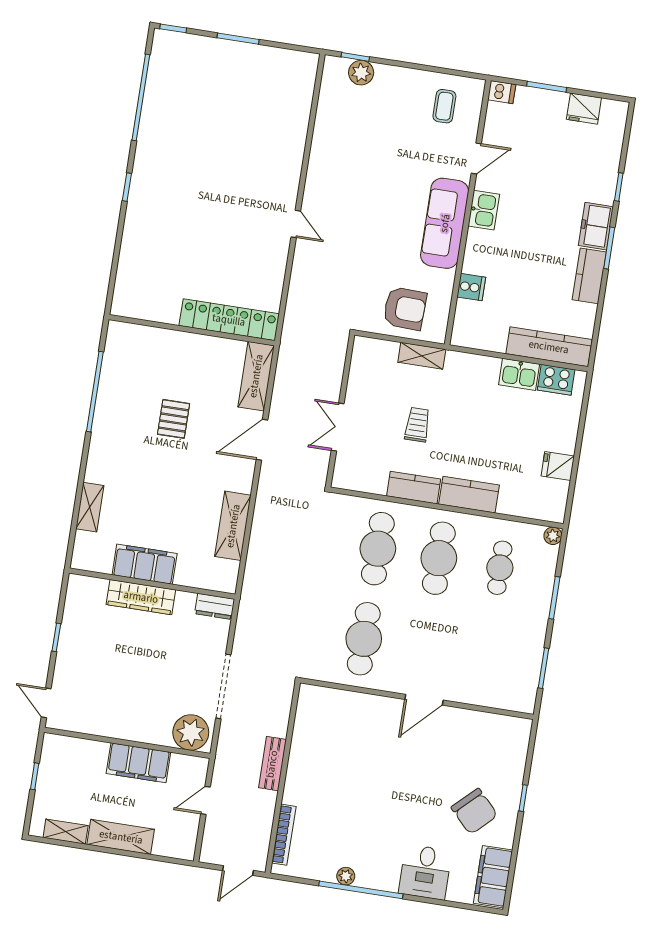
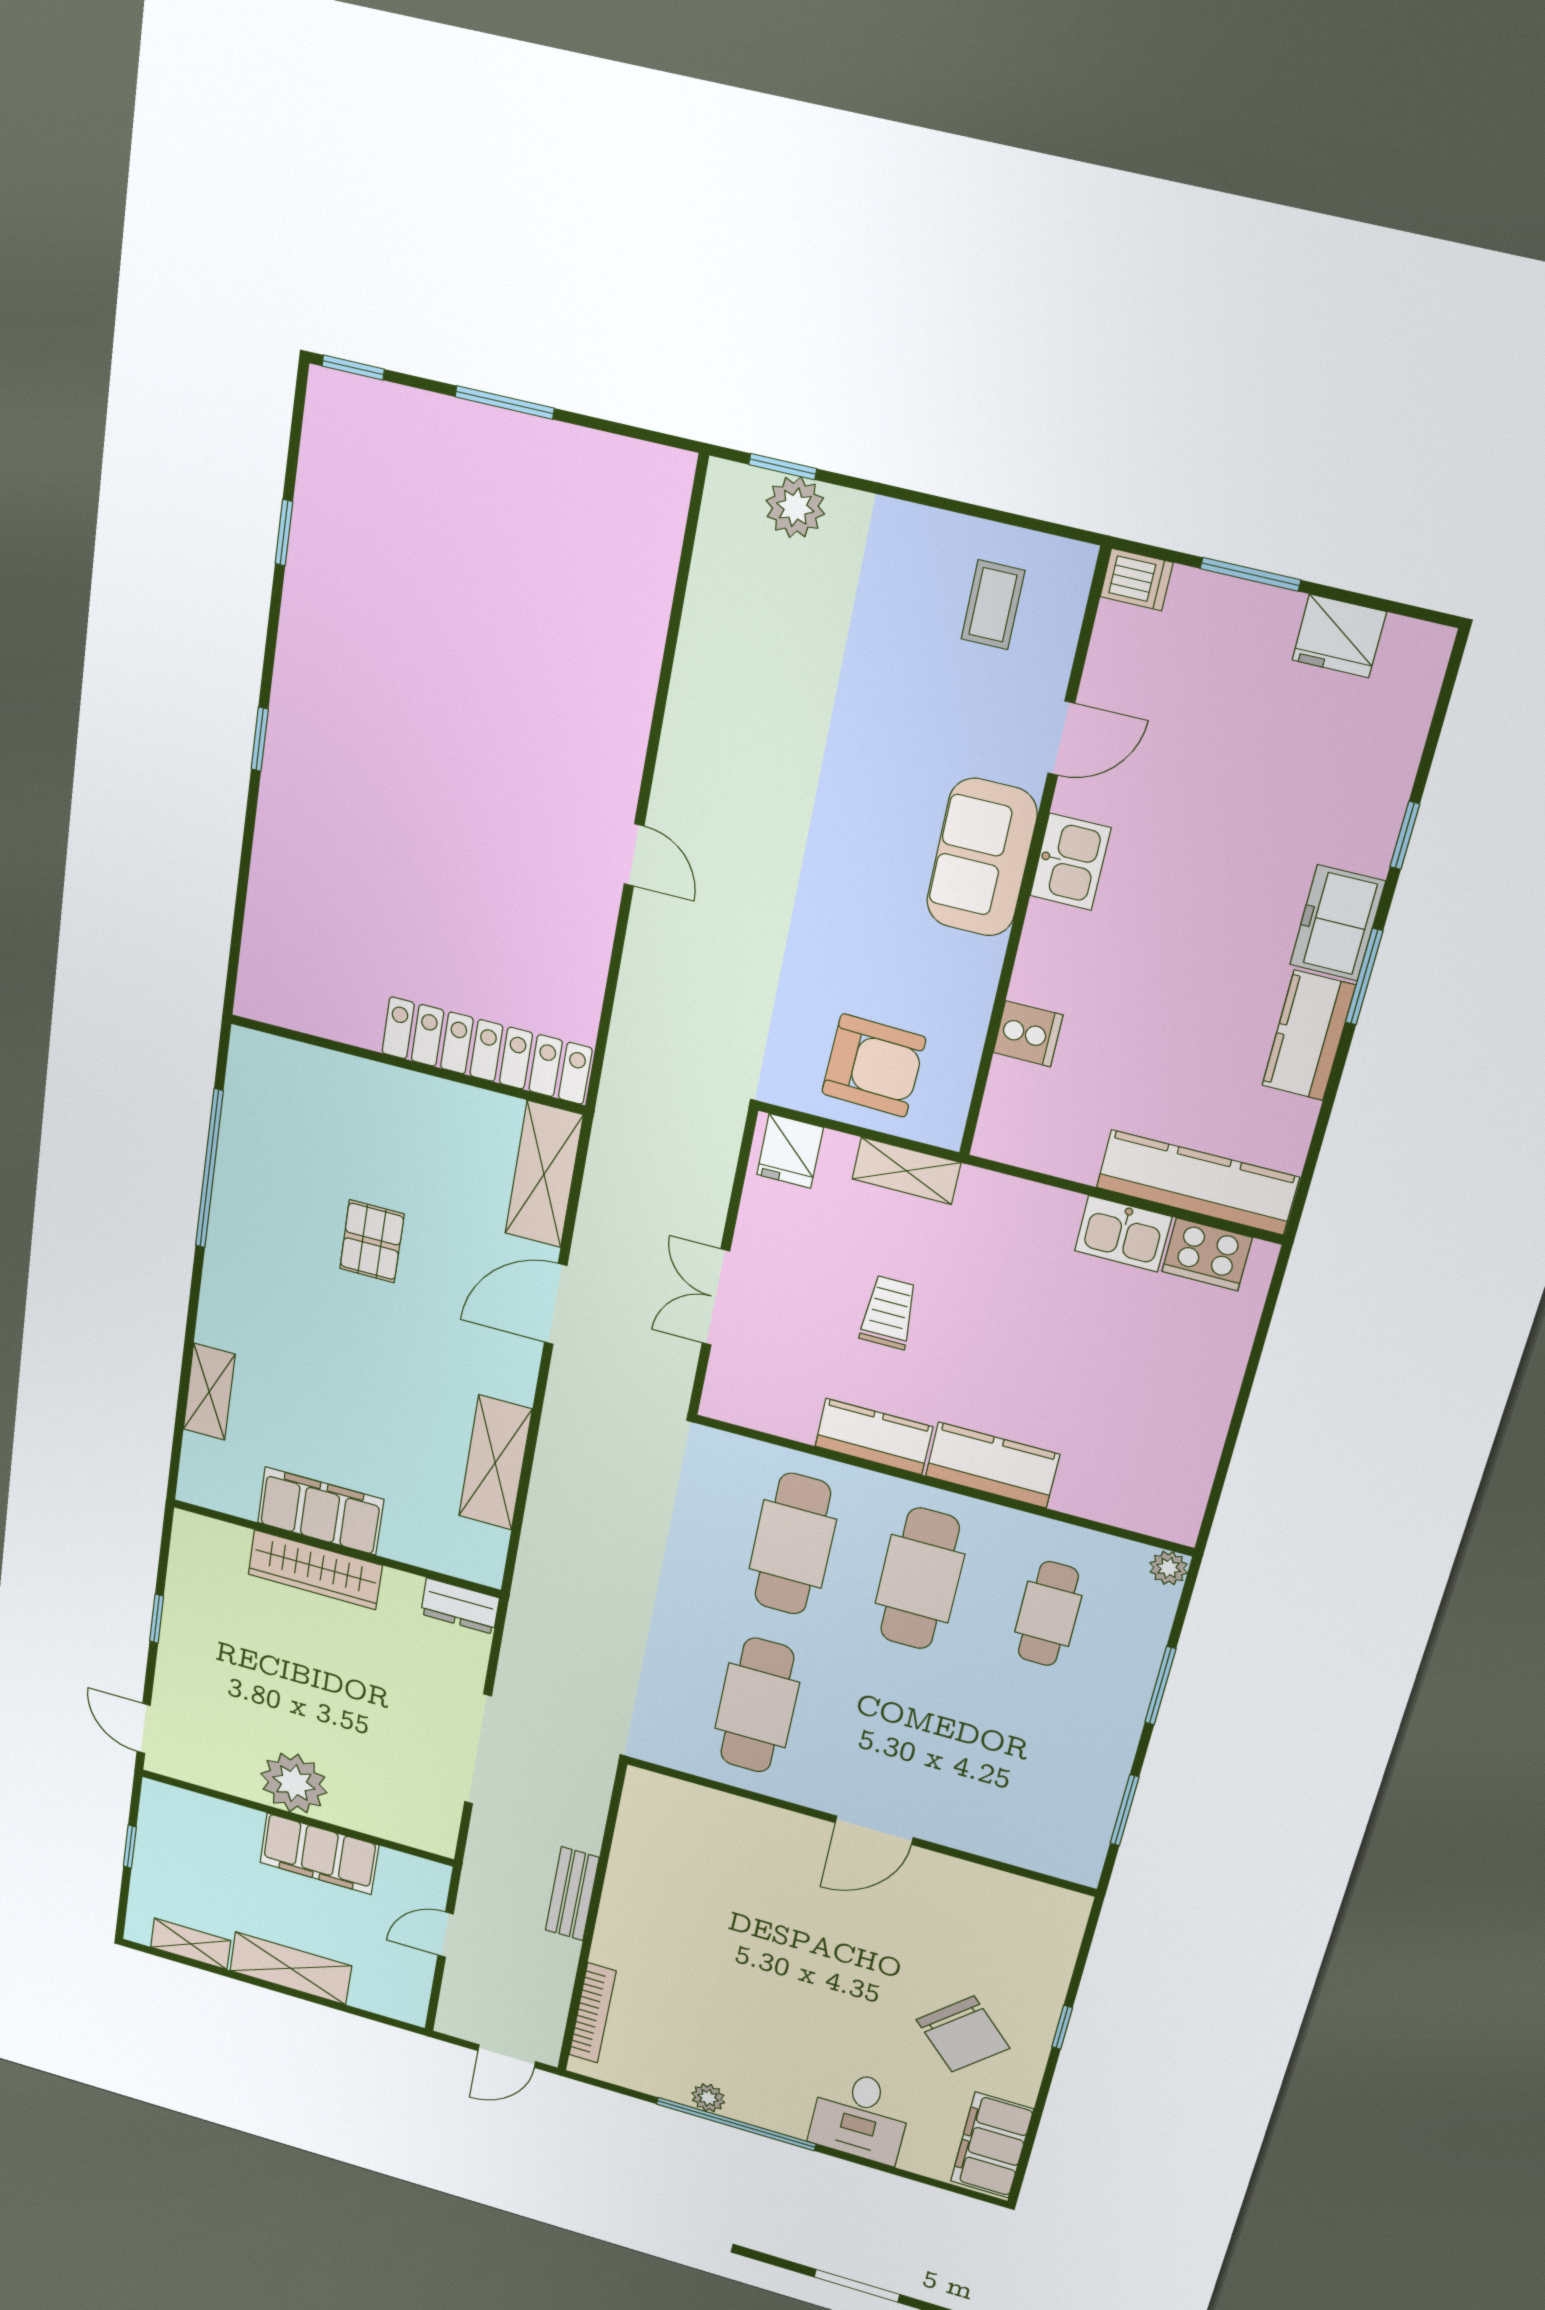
window: (141, 97) -> (284, 533), width x0.32
sofa: (445, 223) -> (982, 858), width x0.73
fridge: (558, 466) -> (790, 1151), moved, turned -90
plant: (191, 732) -> (294, 1783), moved

